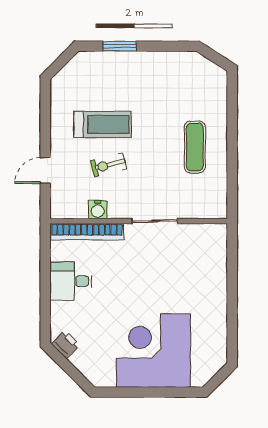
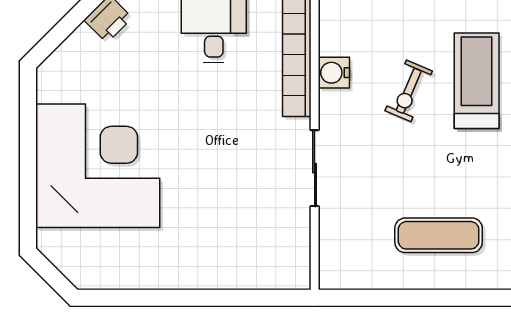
treadmill: (103, 124) -> (477, 81), turned 180
exercise bike: (109, 165) -> (409, 91), turned -143

